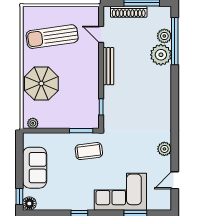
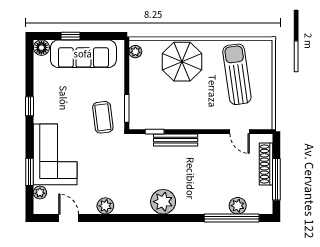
door: (101, 34) -> (240, 132), swing flipped
plant: (161, 55) -> (163, 202), moved
bench: (108, 66) -> (176, 140), moved
sofa: (35, 168) -> (83, 54), width x1.36
window: (19, 196) -> (70, 36), moved
plant: (153, 205) -> (40, 193), added

